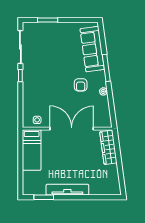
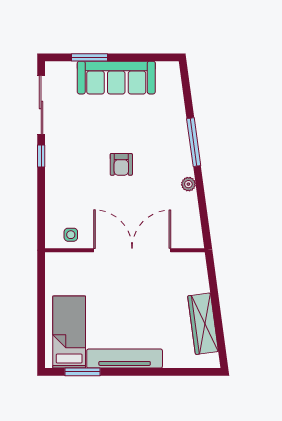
sofa: (92, 49) -> (116, 78), moved, turned -82
armchair: (81, 85) -> (121, 164), moved
wardrobe: (108, 147) -> (203, 324), moved
bed: (32, 150) -> (69, 332), moved, turned 180

